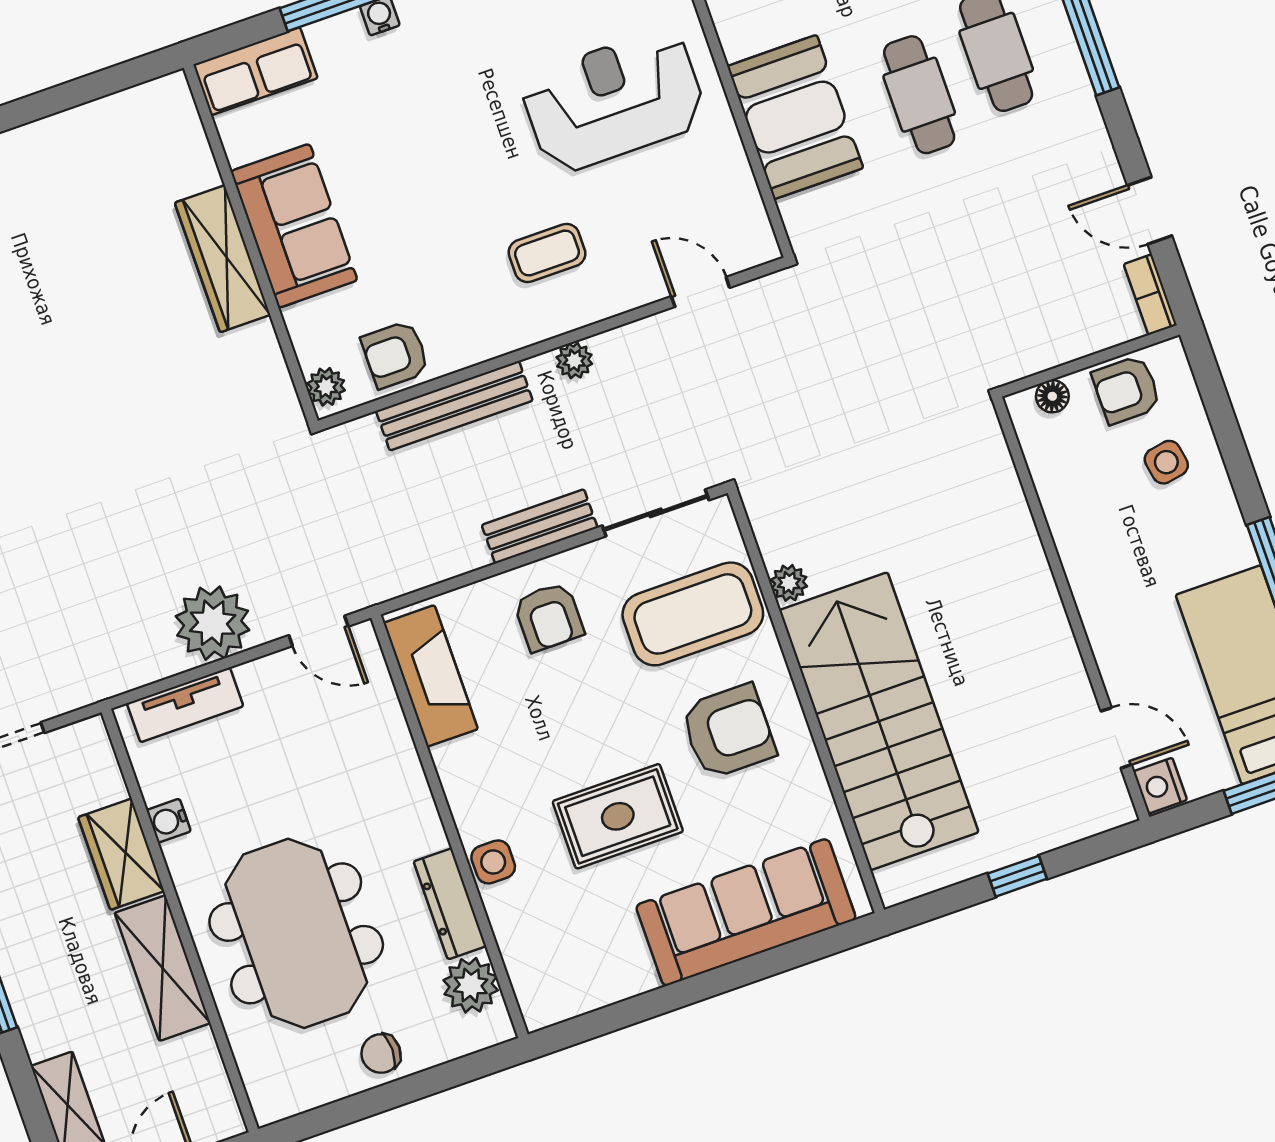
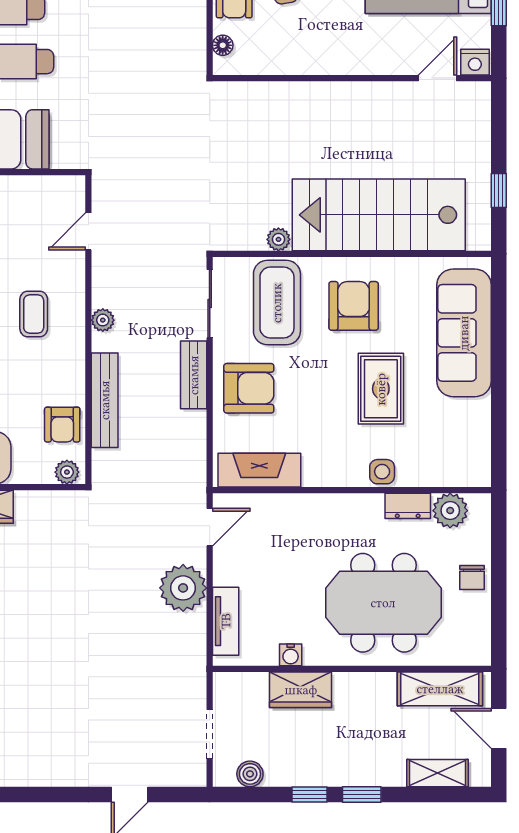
armchair: (549, 617) -> (249, 388), width x1.38, depth x1.38
window: (1017, 876) -> (499, 190), moved
dresser: (450, 904) -> (408, 506), width x0.70
shelving: (163, 968) -> (440, 689), moved

